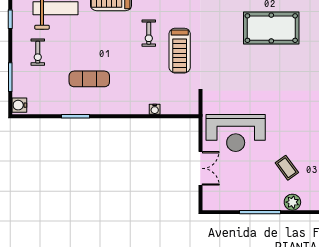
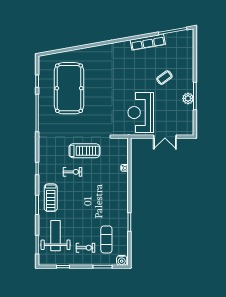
pool table: (271, 28) -> (69, 88), width x1.36, depth x1.32
exercise mat: (89, 79) -> (106, 239), moved
reception desk: (236, 133) -> (141, 113), turned 180
double door: (200, 168) -> (165, 137), swing flipped
plant: (292, 202) -> (188, 98), moved

